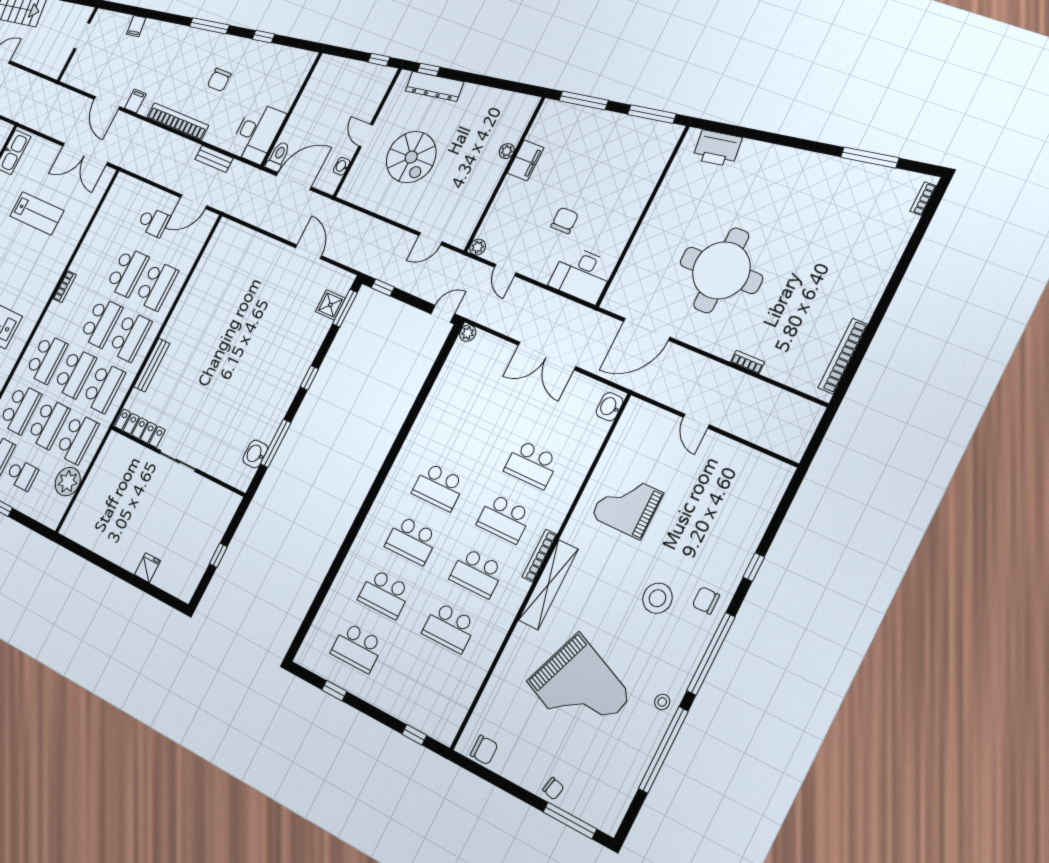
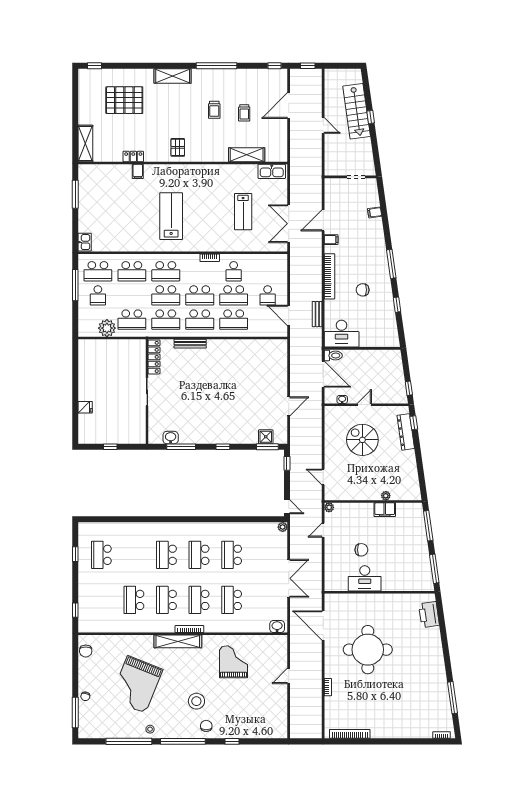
spiral stairs: (411, 157) -> (362, 440), turned 90
desk: (582, 275) -> (365, 578), moved, turned -90
double door: (547, 356) -> (289, 578), swing flipped
school desk: (48, 424) -> (234, 271), moved, width x0.54
school desk: (384, 594) -> (232, 555), moved

